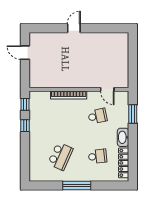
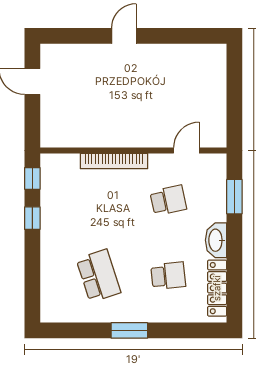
door: (107, 89) -> (186, 150), swing flipped
school desk: (60, 156) -> (98, 276), turned -42
window: (77, 185) -> (129, 330), width x0.69

